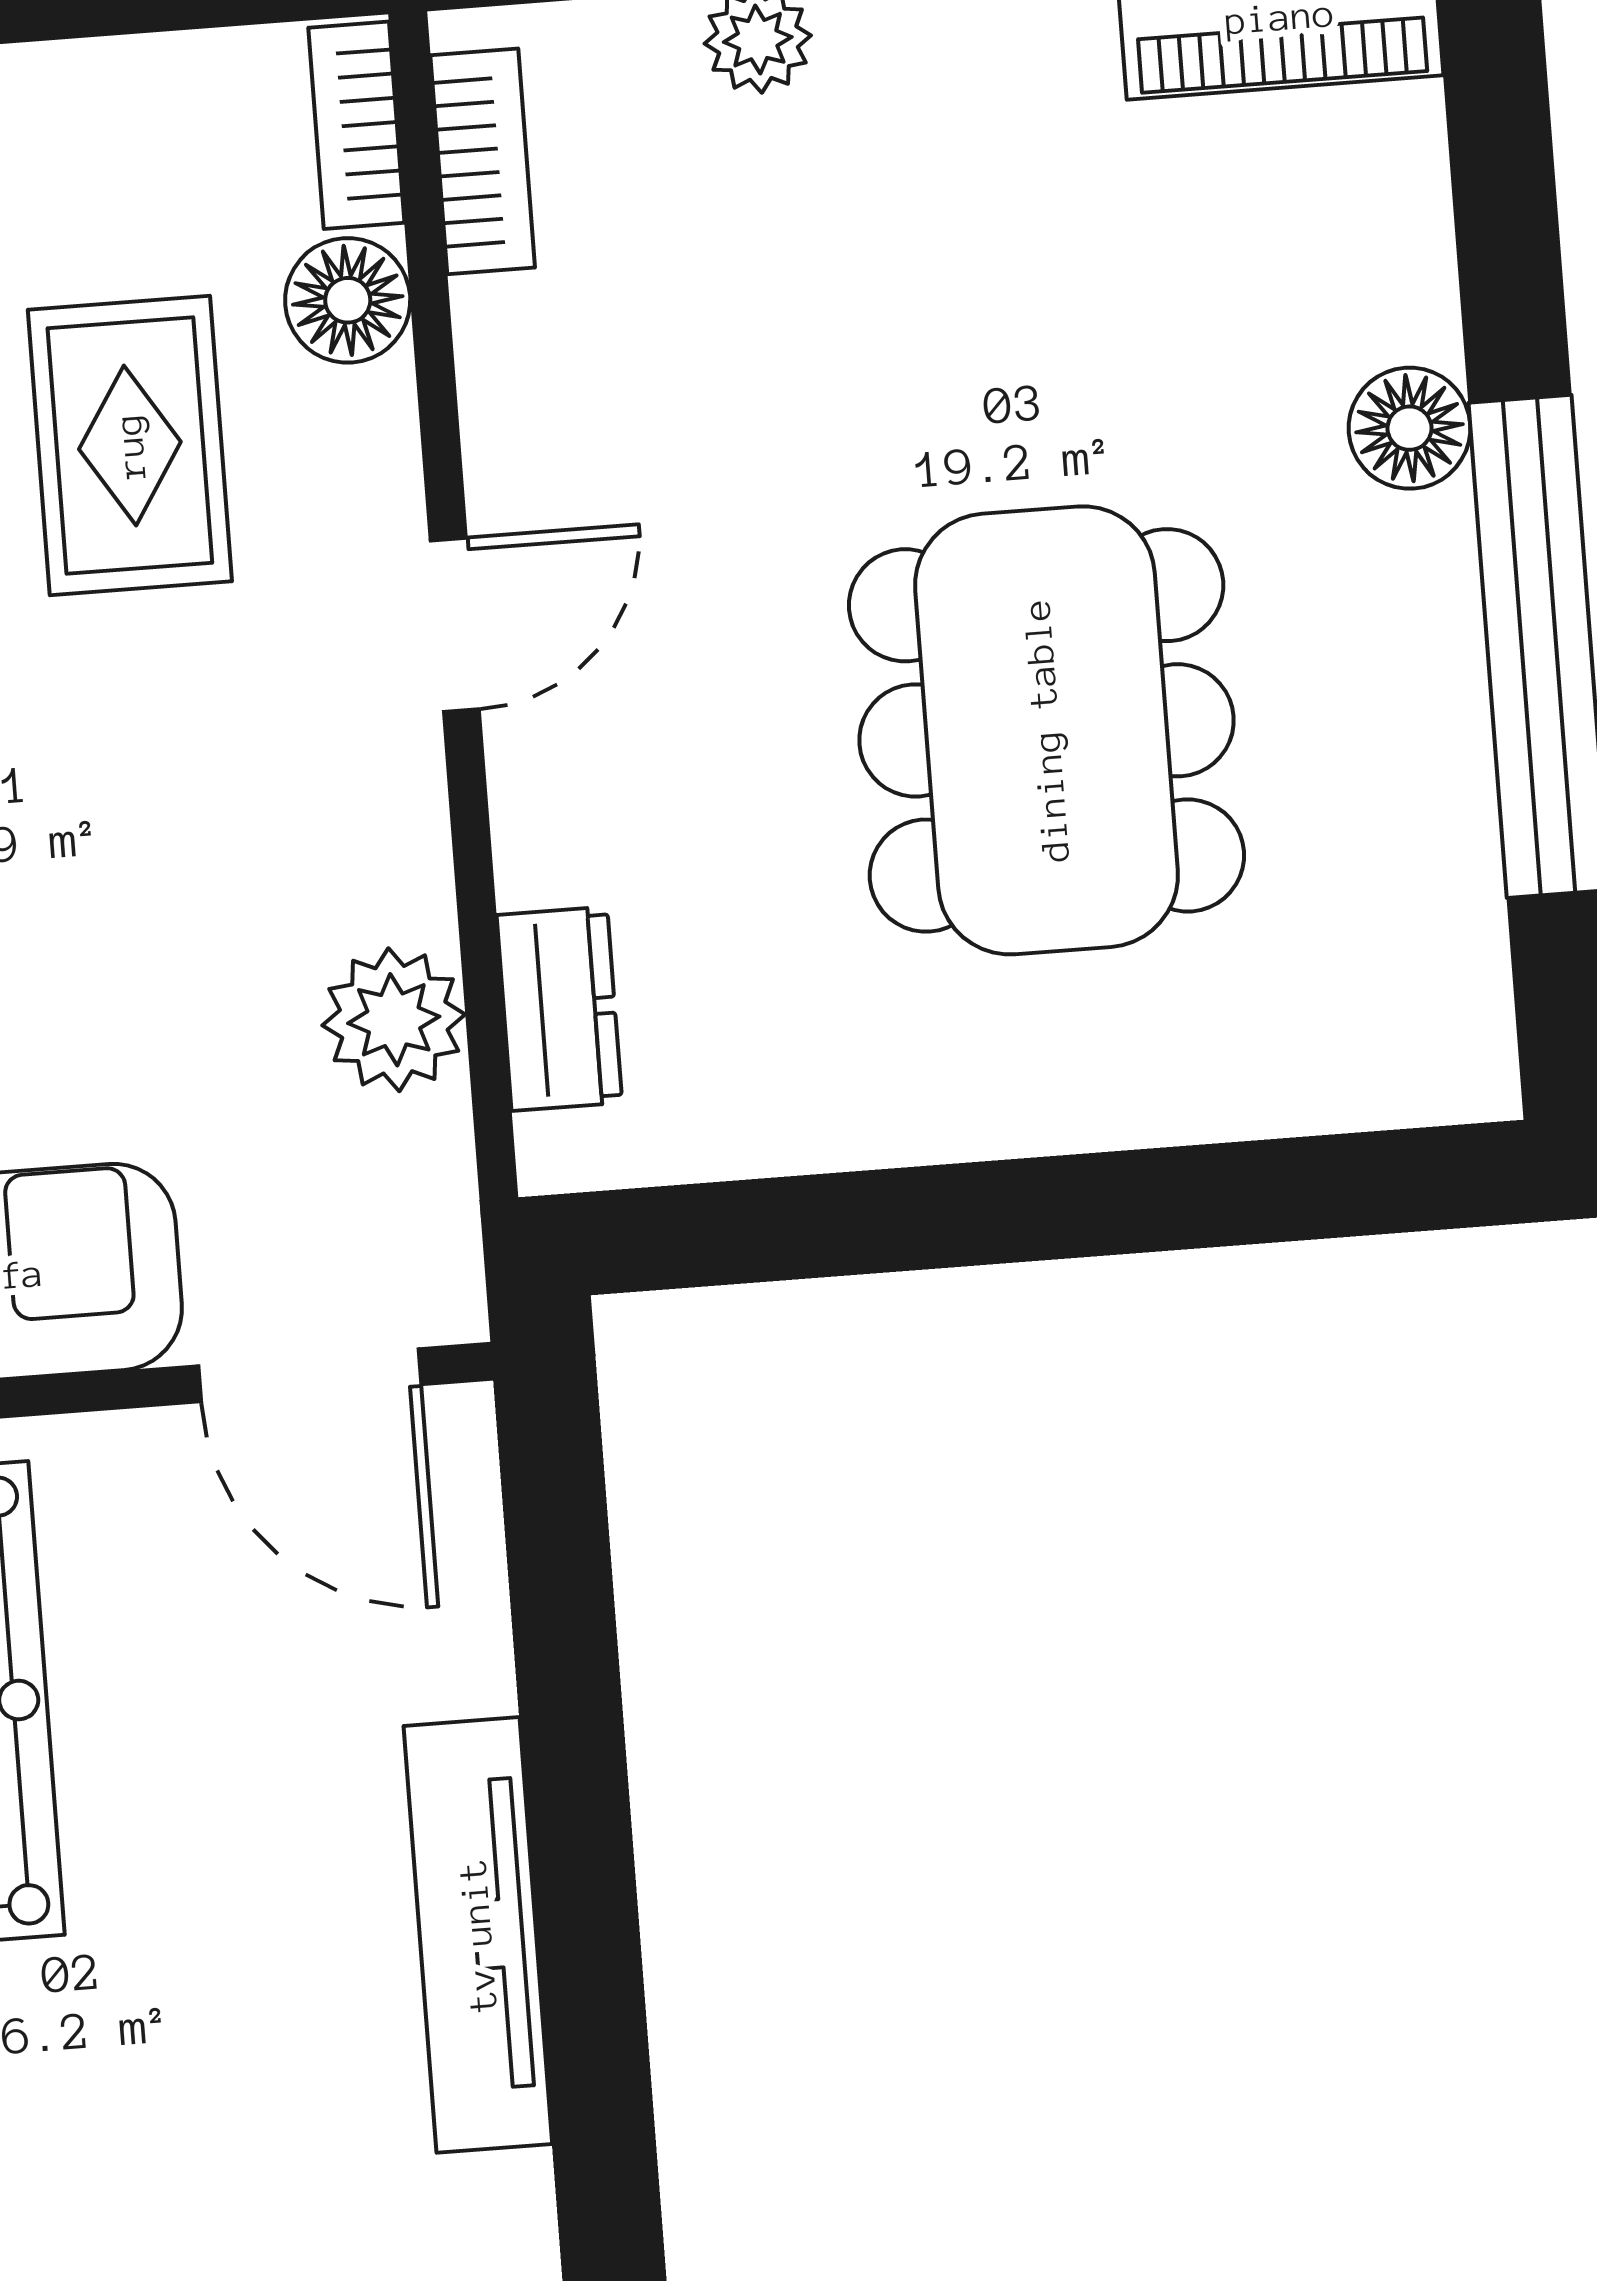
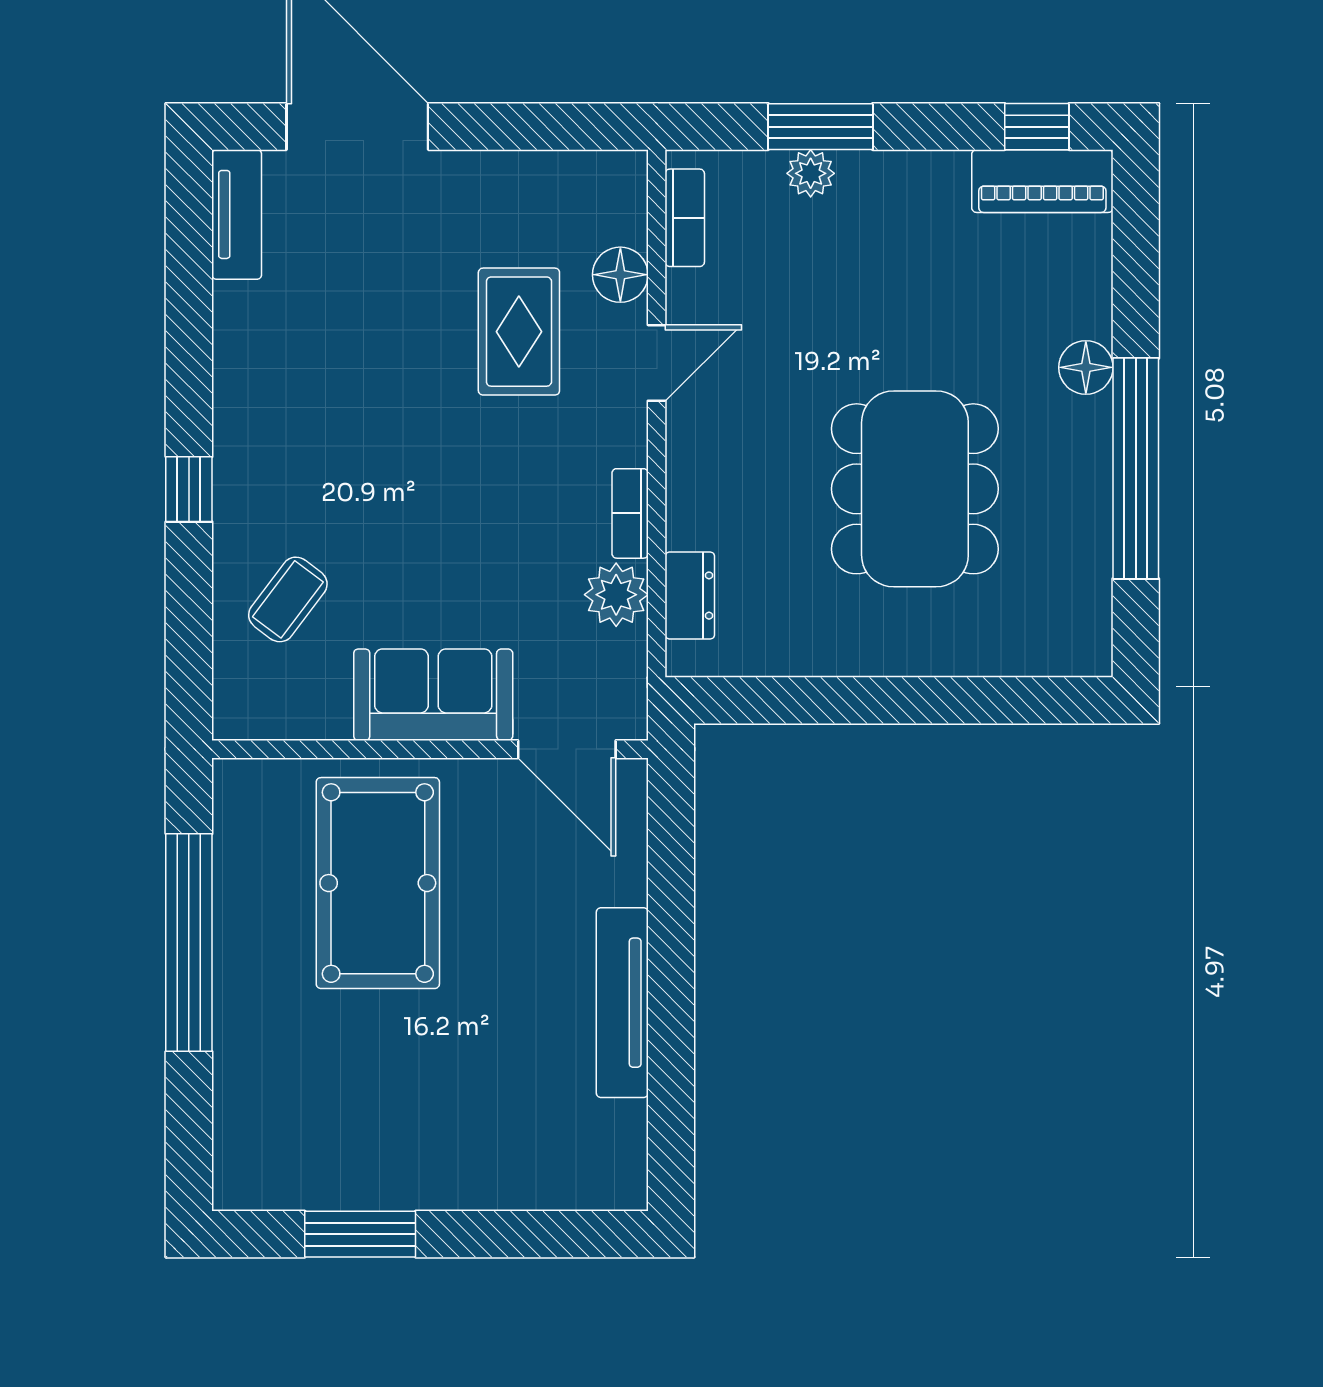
bookcase: (356, 125) -> (630, 513), moved
door: (455, 625) -> (657, 363), moved

